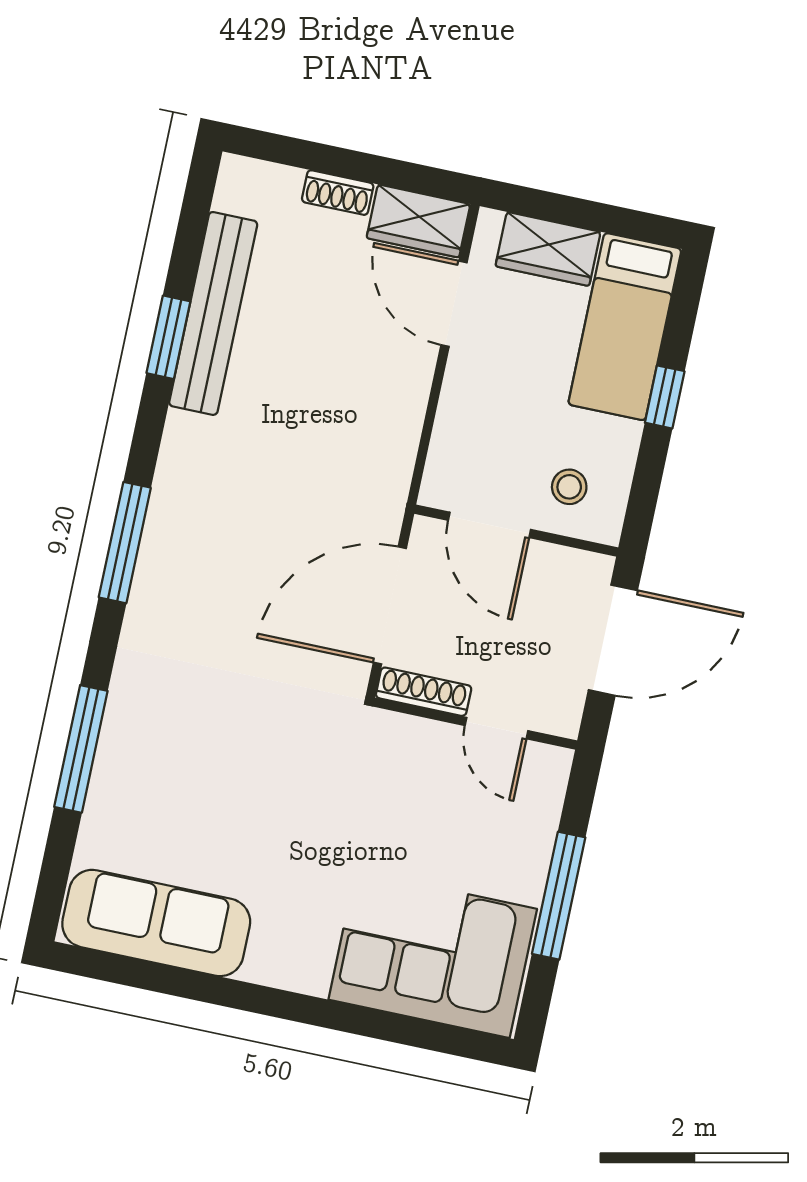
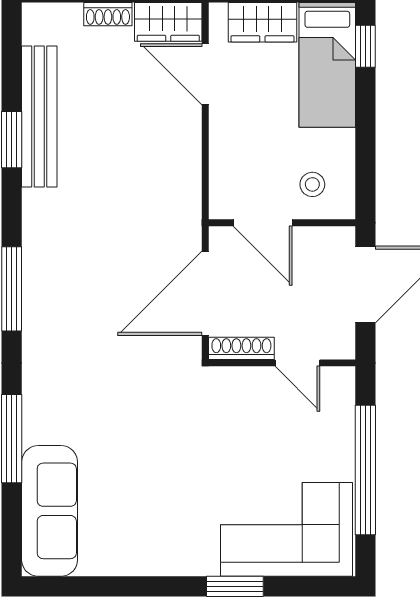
window: (665, 397) -> (365, 46), moved
window: (559, 896) -> (365, 470), width x1.46
sofa: (156, 923) -> (50, 511), moved, turned 90
window: (345, 1018) -> (235, 586), added

